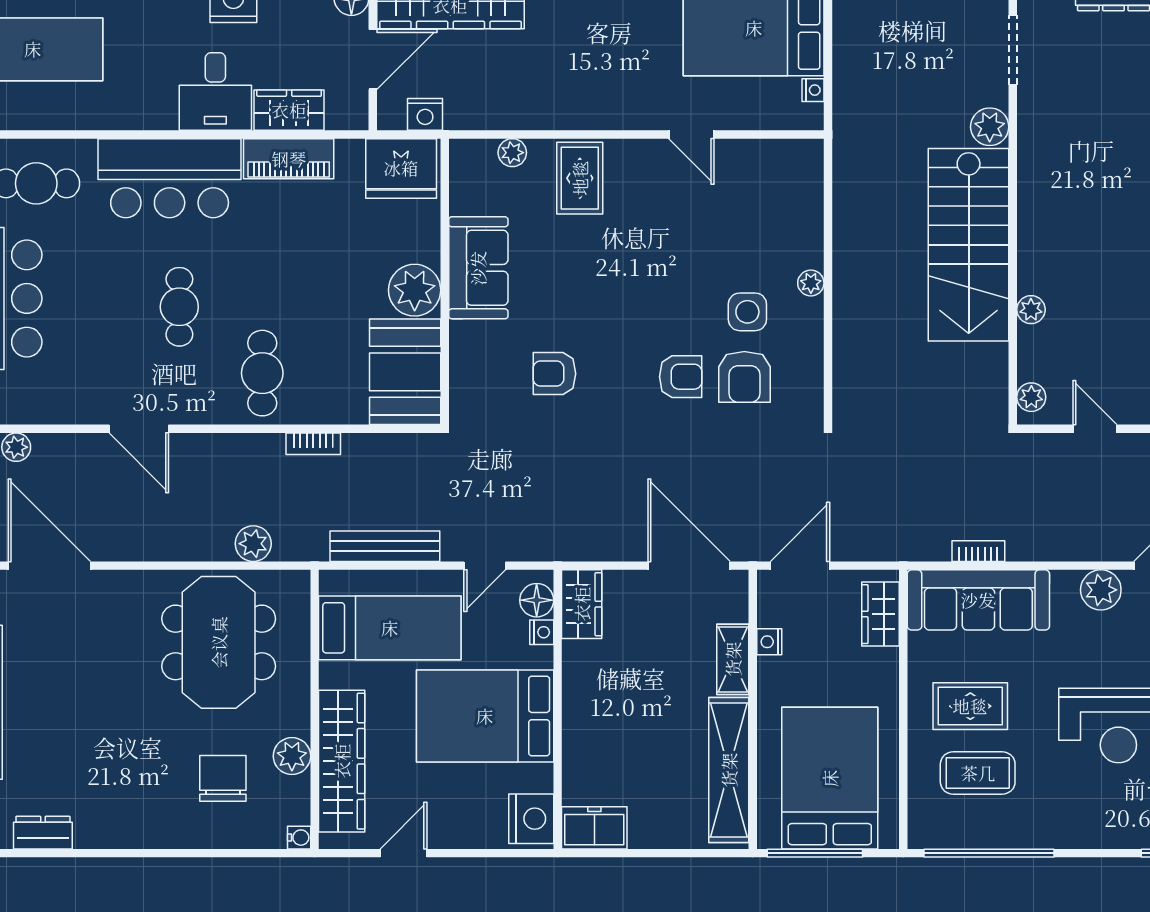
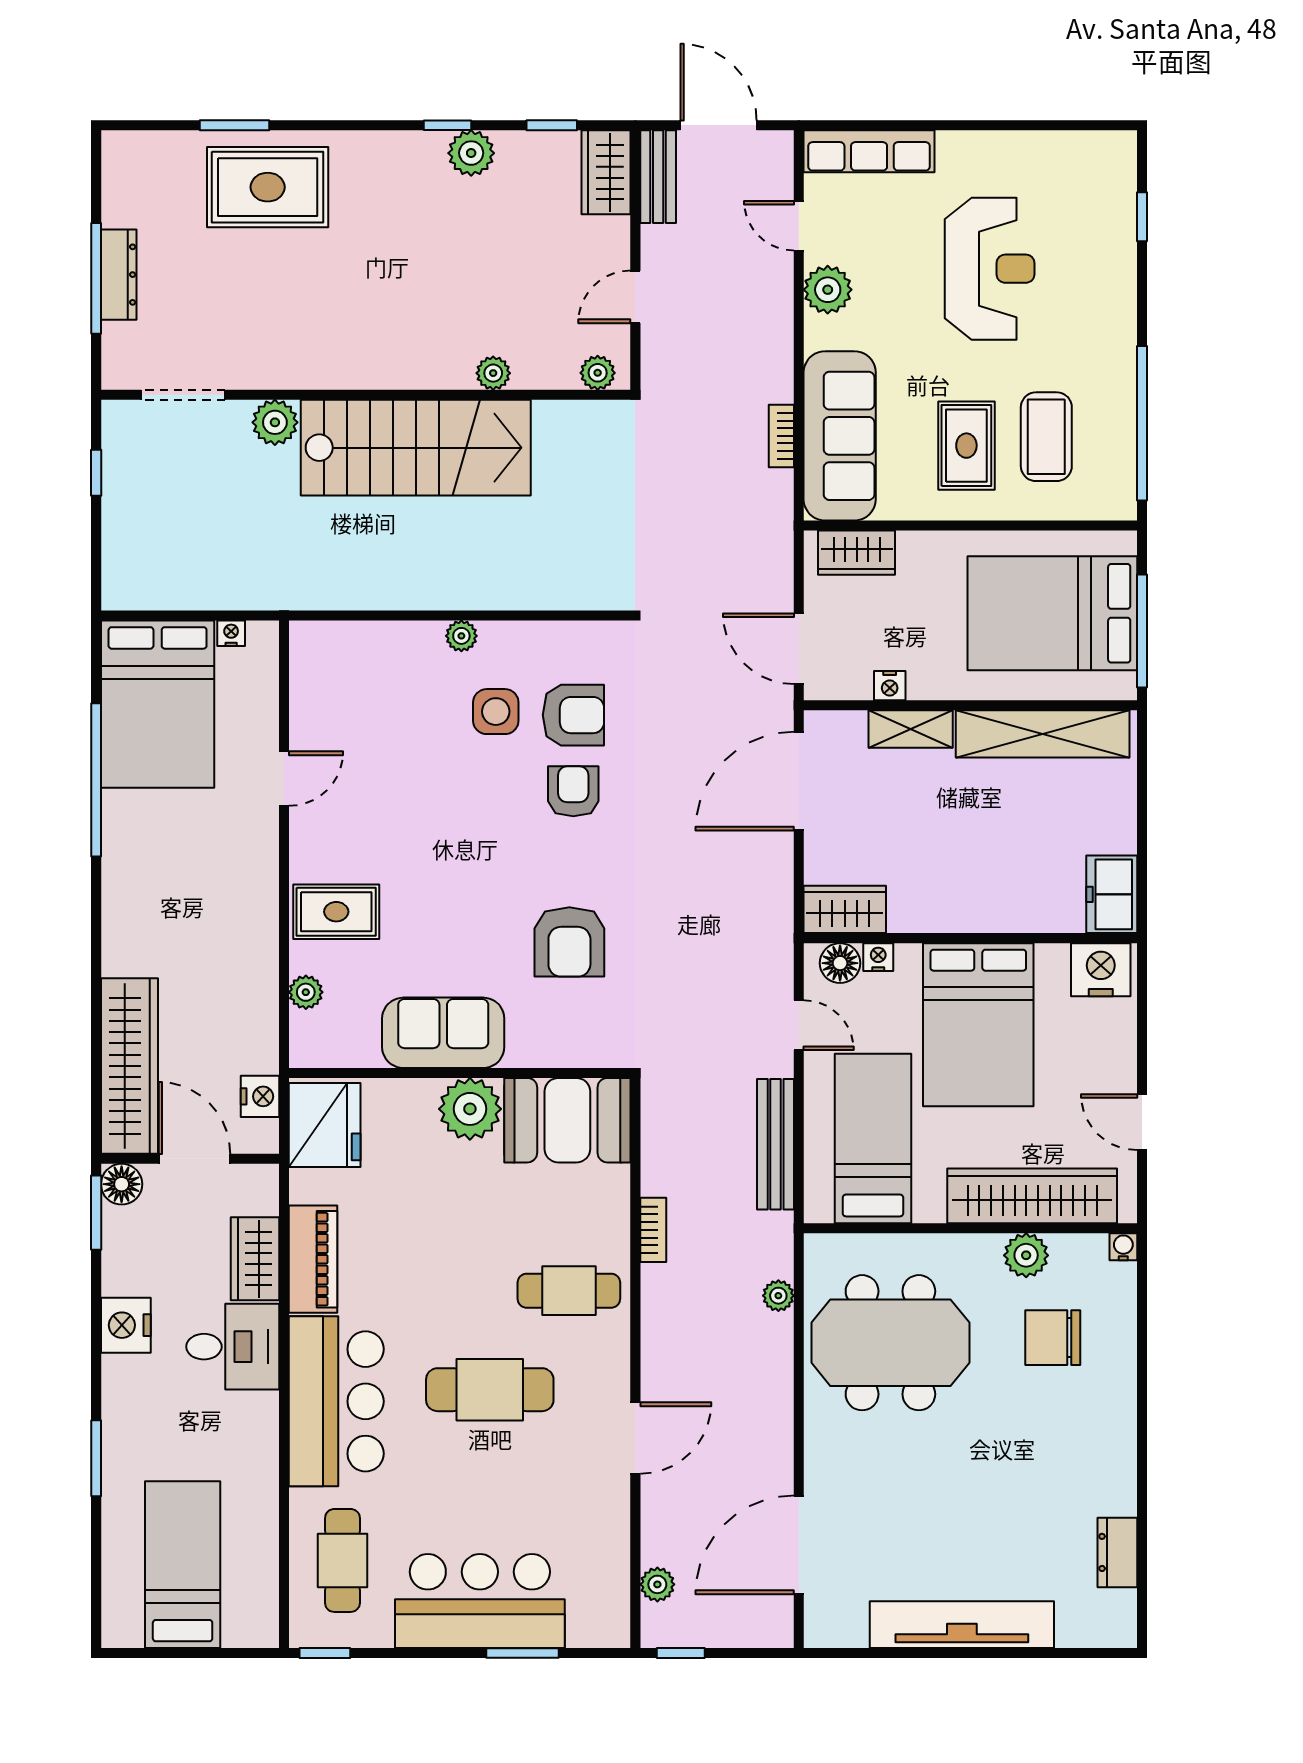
cafe table: (179, 307) -> (490, 1390), width x1.37, depth x1.35
armchair: (554, 374) -> (569, 942), width x1.38, depth x1.38
plant: (253, 544) -> (778, 1296), width x0.73, depth x0.73

